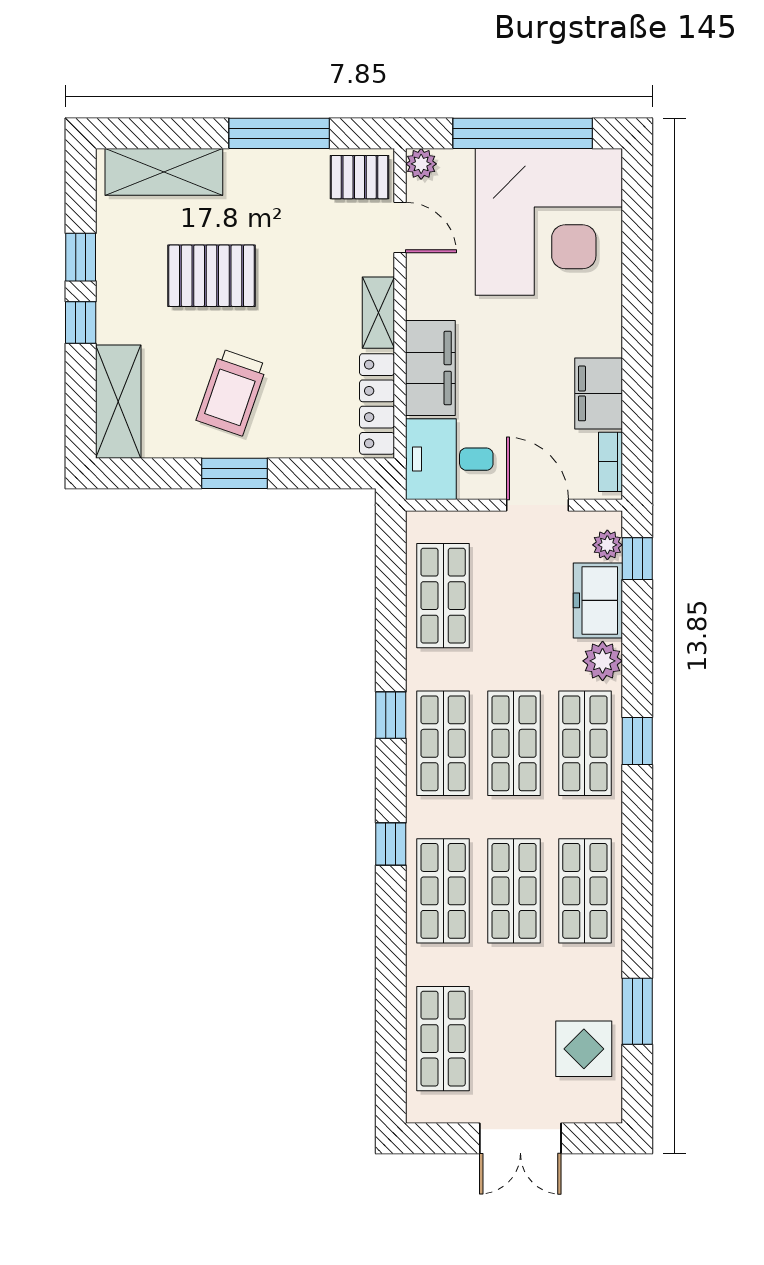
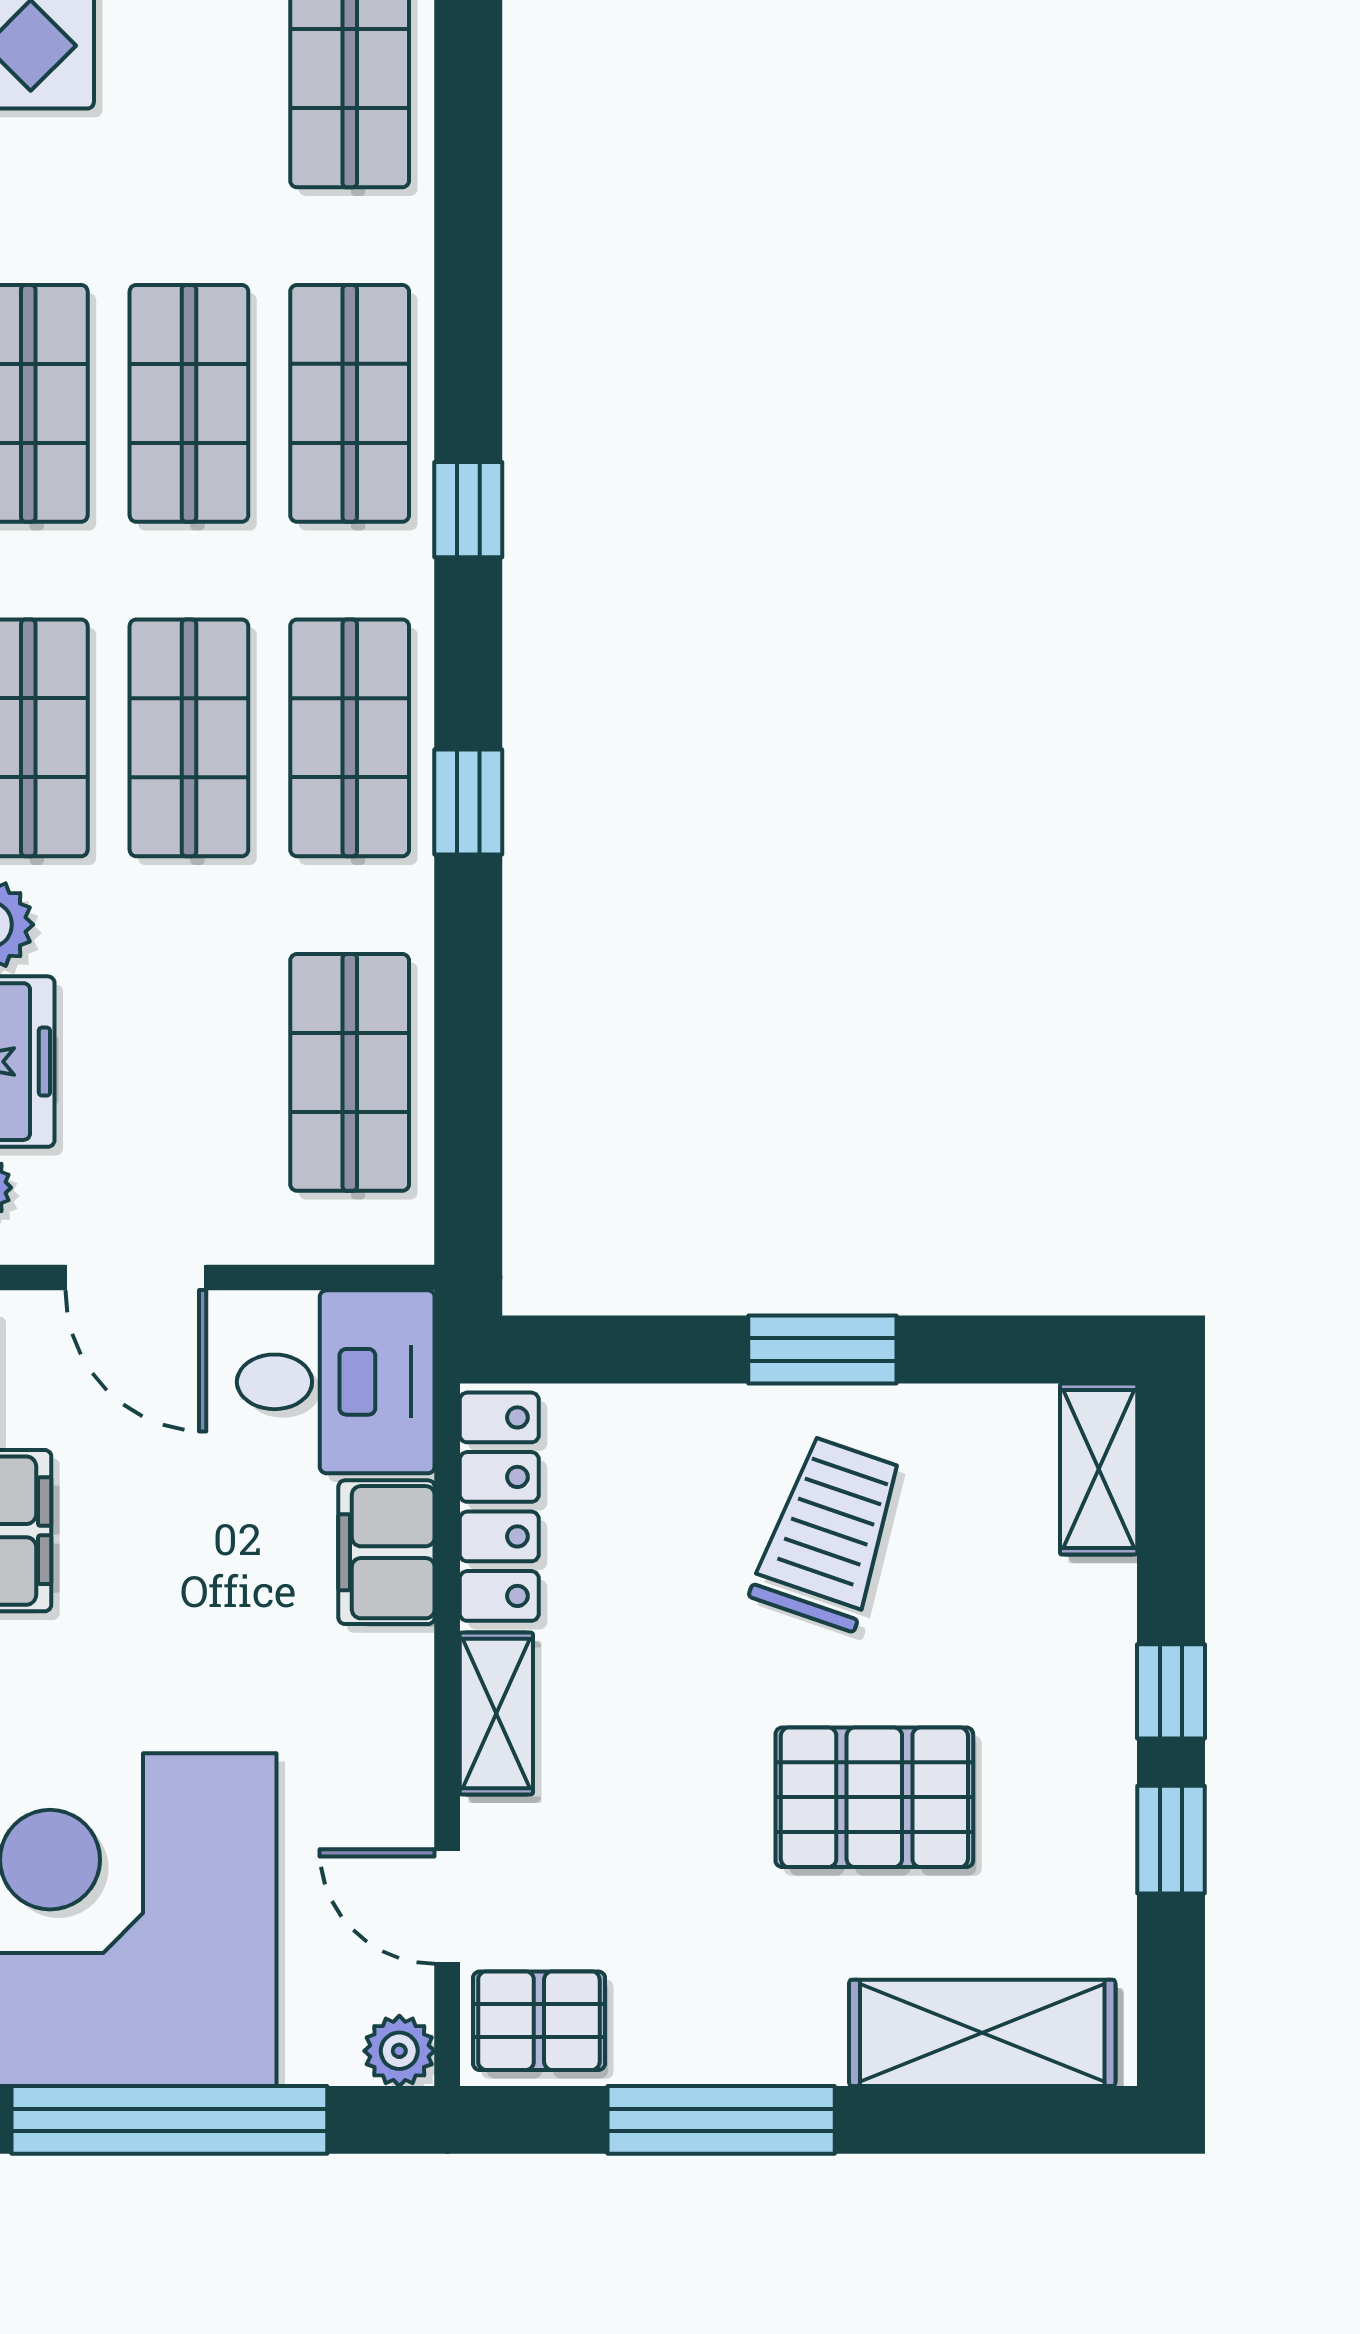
filing cabinet: (430, 368) -> (386, 1552), width x0.67, depth x0.86
shelving: (118, 402) -> (1099, 1469), width x0.67, depth x0.75

